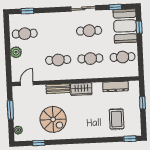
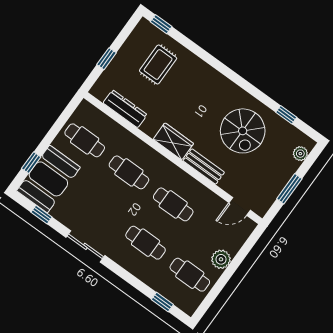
cafe table: (89, 31) -> (146, 243), moved
spiral stairs: (53, 119) -> (243, 131), turned 180

